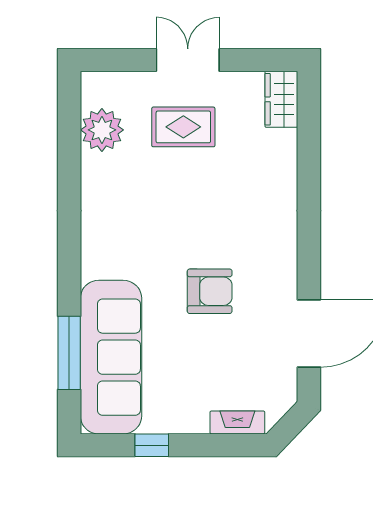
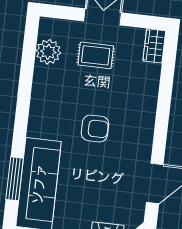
armchair: (210, 291) -> (95, 129), moved

